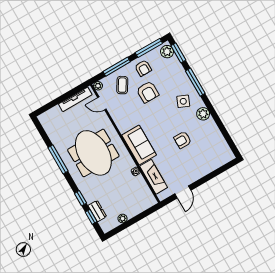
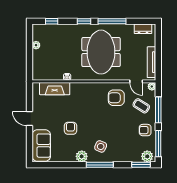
window: (195, 82) -> (100, 165), moved
armchair: (148, 92) -> (116, 98), moved
door: (102, 103) -> (136, 81), swing flipped
sofa: (139, 145) -> (41, 146), moved, turned -90
meeting table: (93, 153) -> (101, 52), turned 90
door: (183, 192) -> (29, 119), moved
window: (80, 198) -> (84, 21), moved
dresser: (97, 211) -> (143, 29), moved

